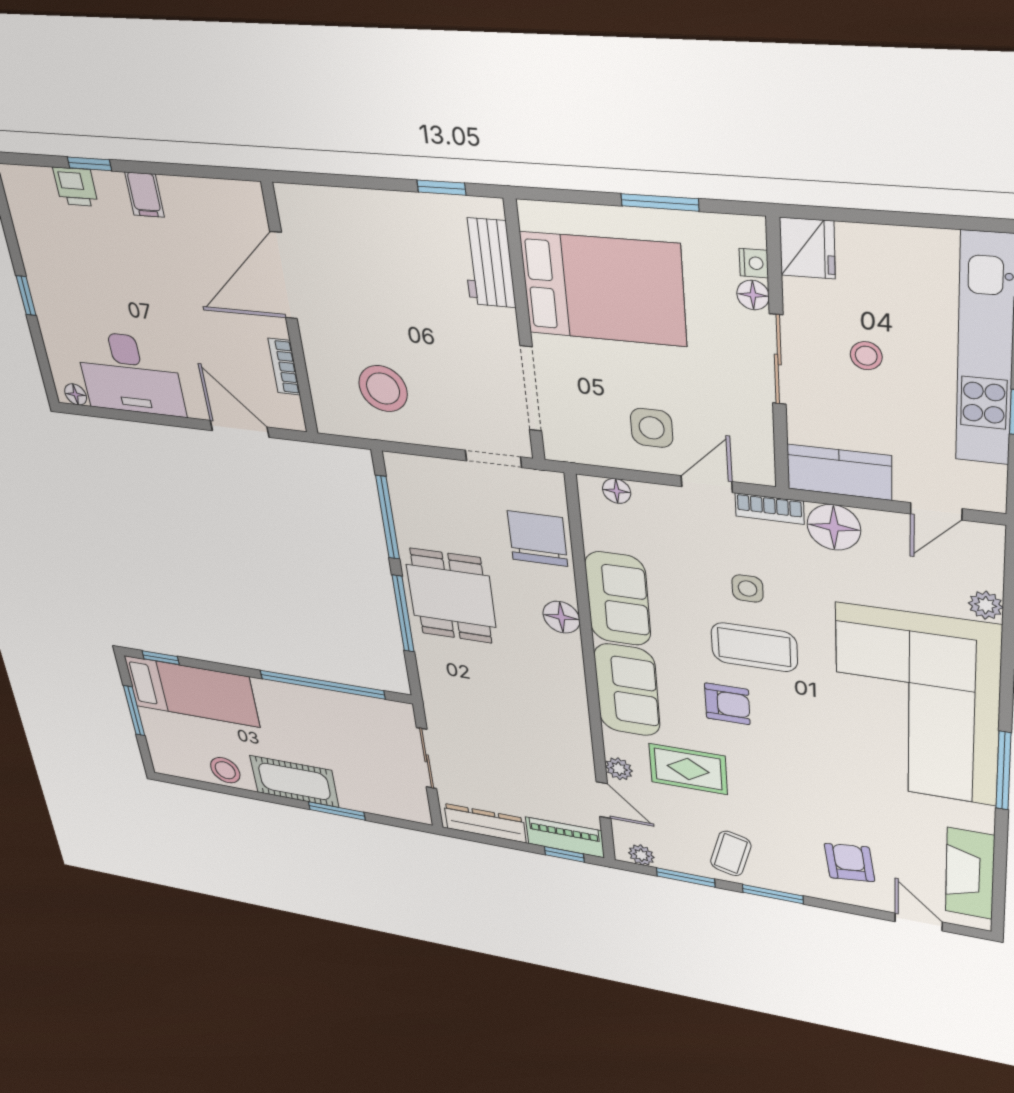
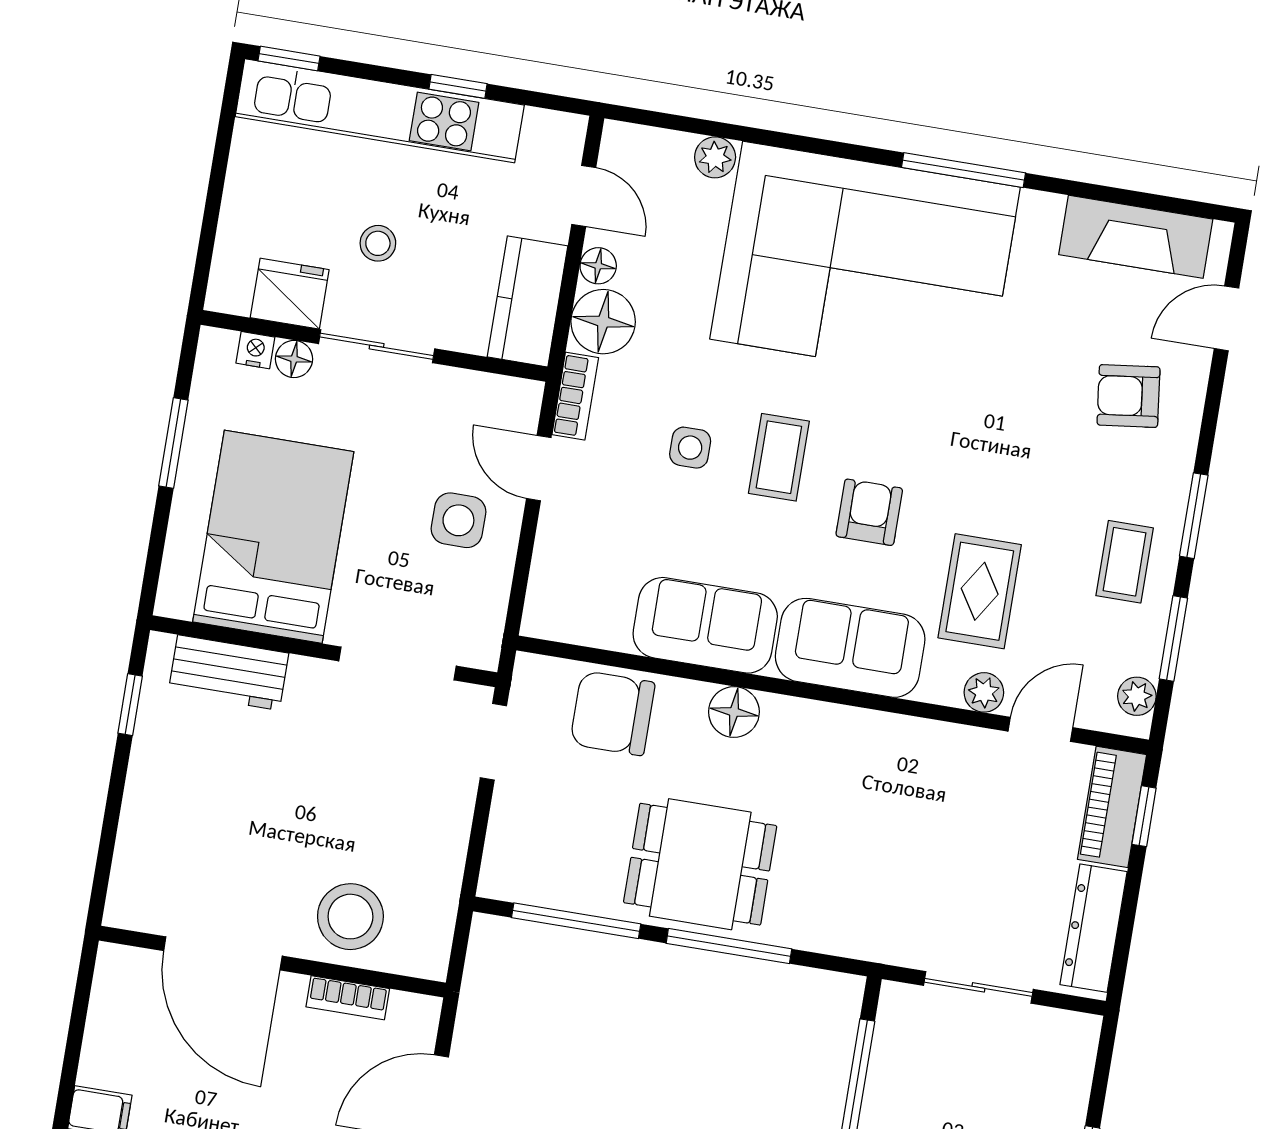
fridge: (807, 248) -> (290, 294), moved
stool: (383, 389) -> (350, 917), moved
floor lamp: (617, 491) -> (598, 266), moved
coffee table: (754, 647) -> (779, 457), width x0.73, depth x0.77
coffee table: (731, 854) -> (1125, 562), turned 74

